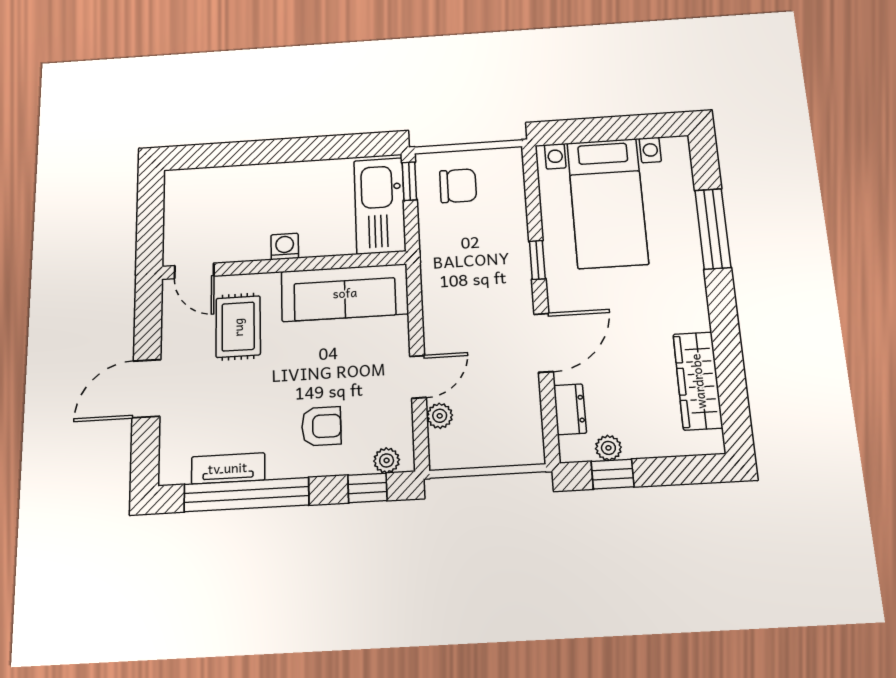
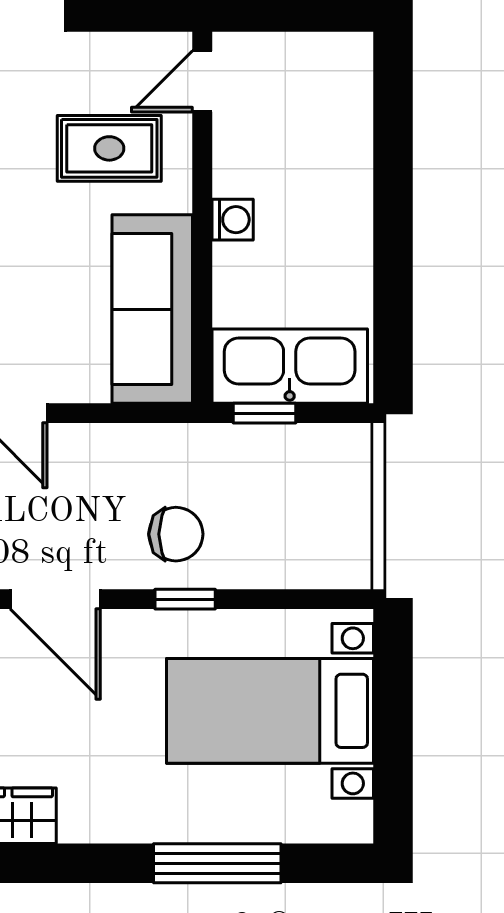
window: (409, 181) -> (265, 413), moved
chair: (458, 186) -> (176, 534), moved, turned -90

